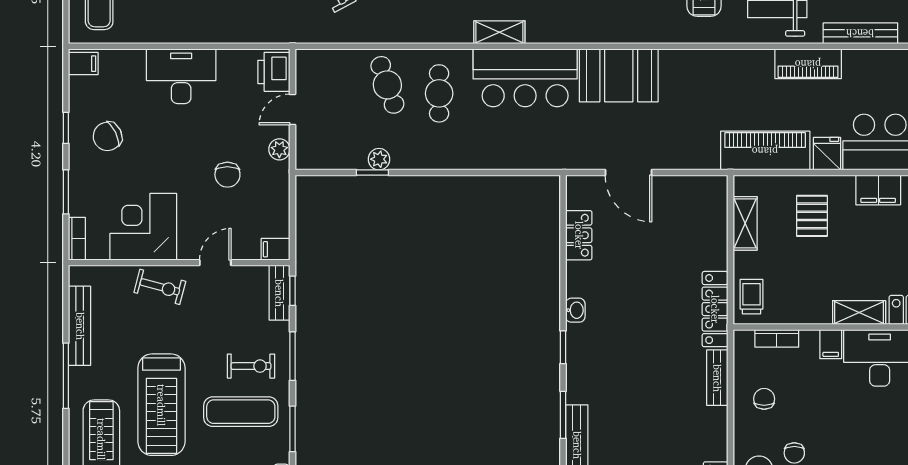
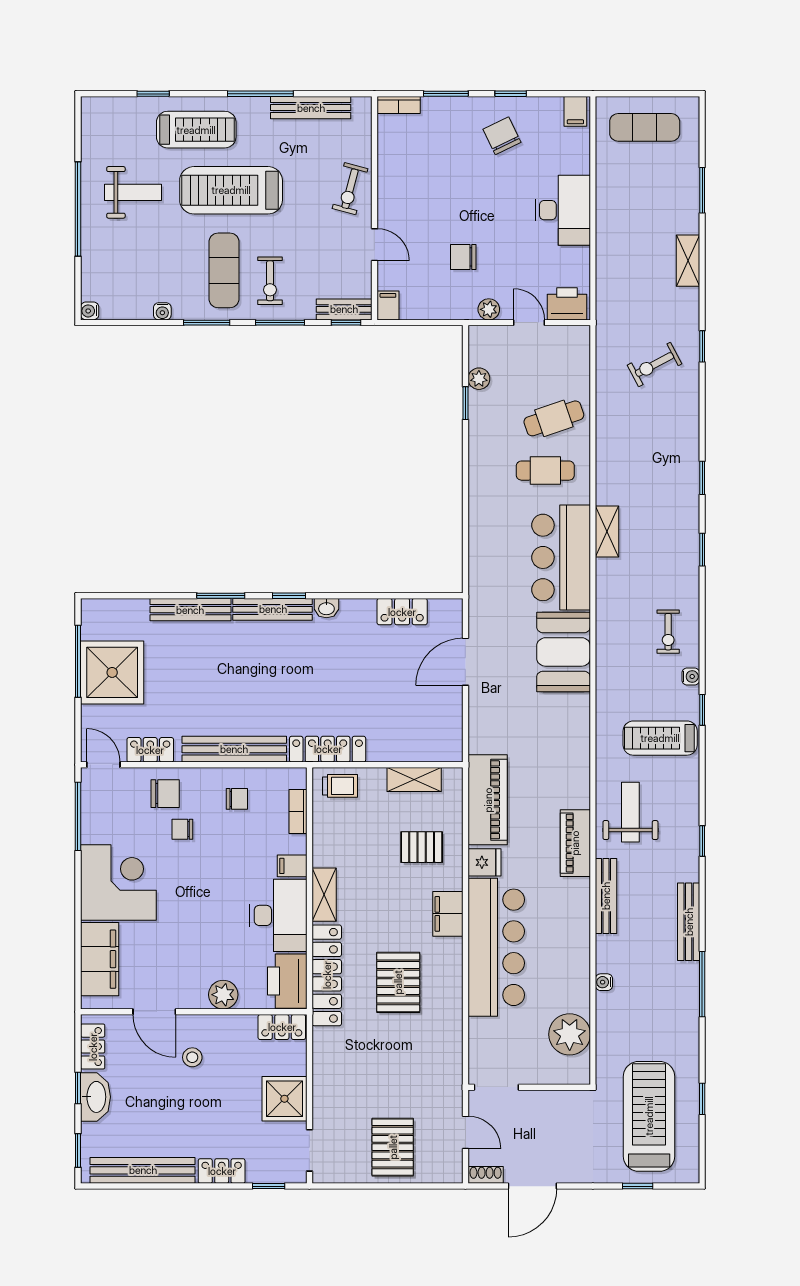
plant: (379, 159) -> (479, 379), moved
corner desk: (143, 227) -> (411, 172), removed
bench: (577, 364) -> (273, 609), added
bench: (717, 378) -> (234, 749), width x1.86, depth x1.21

